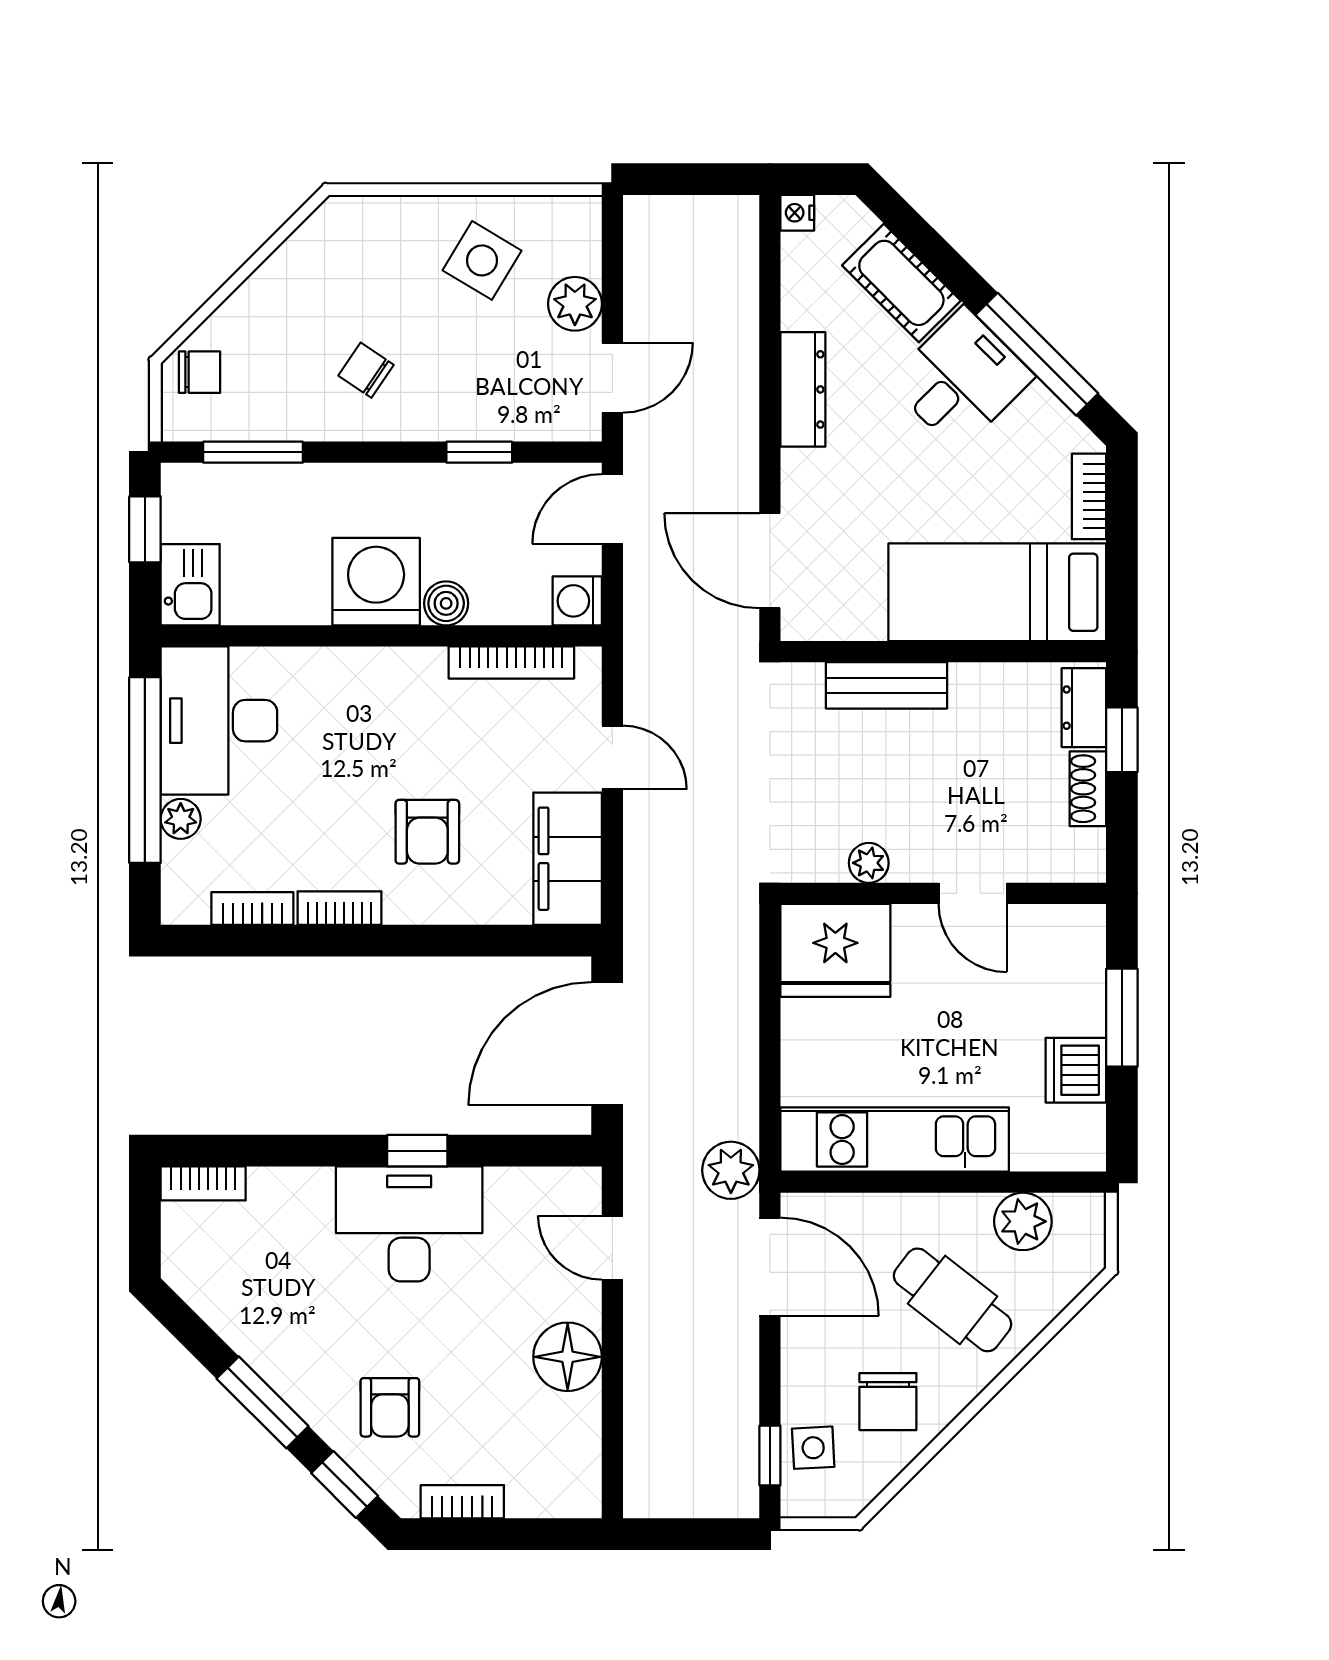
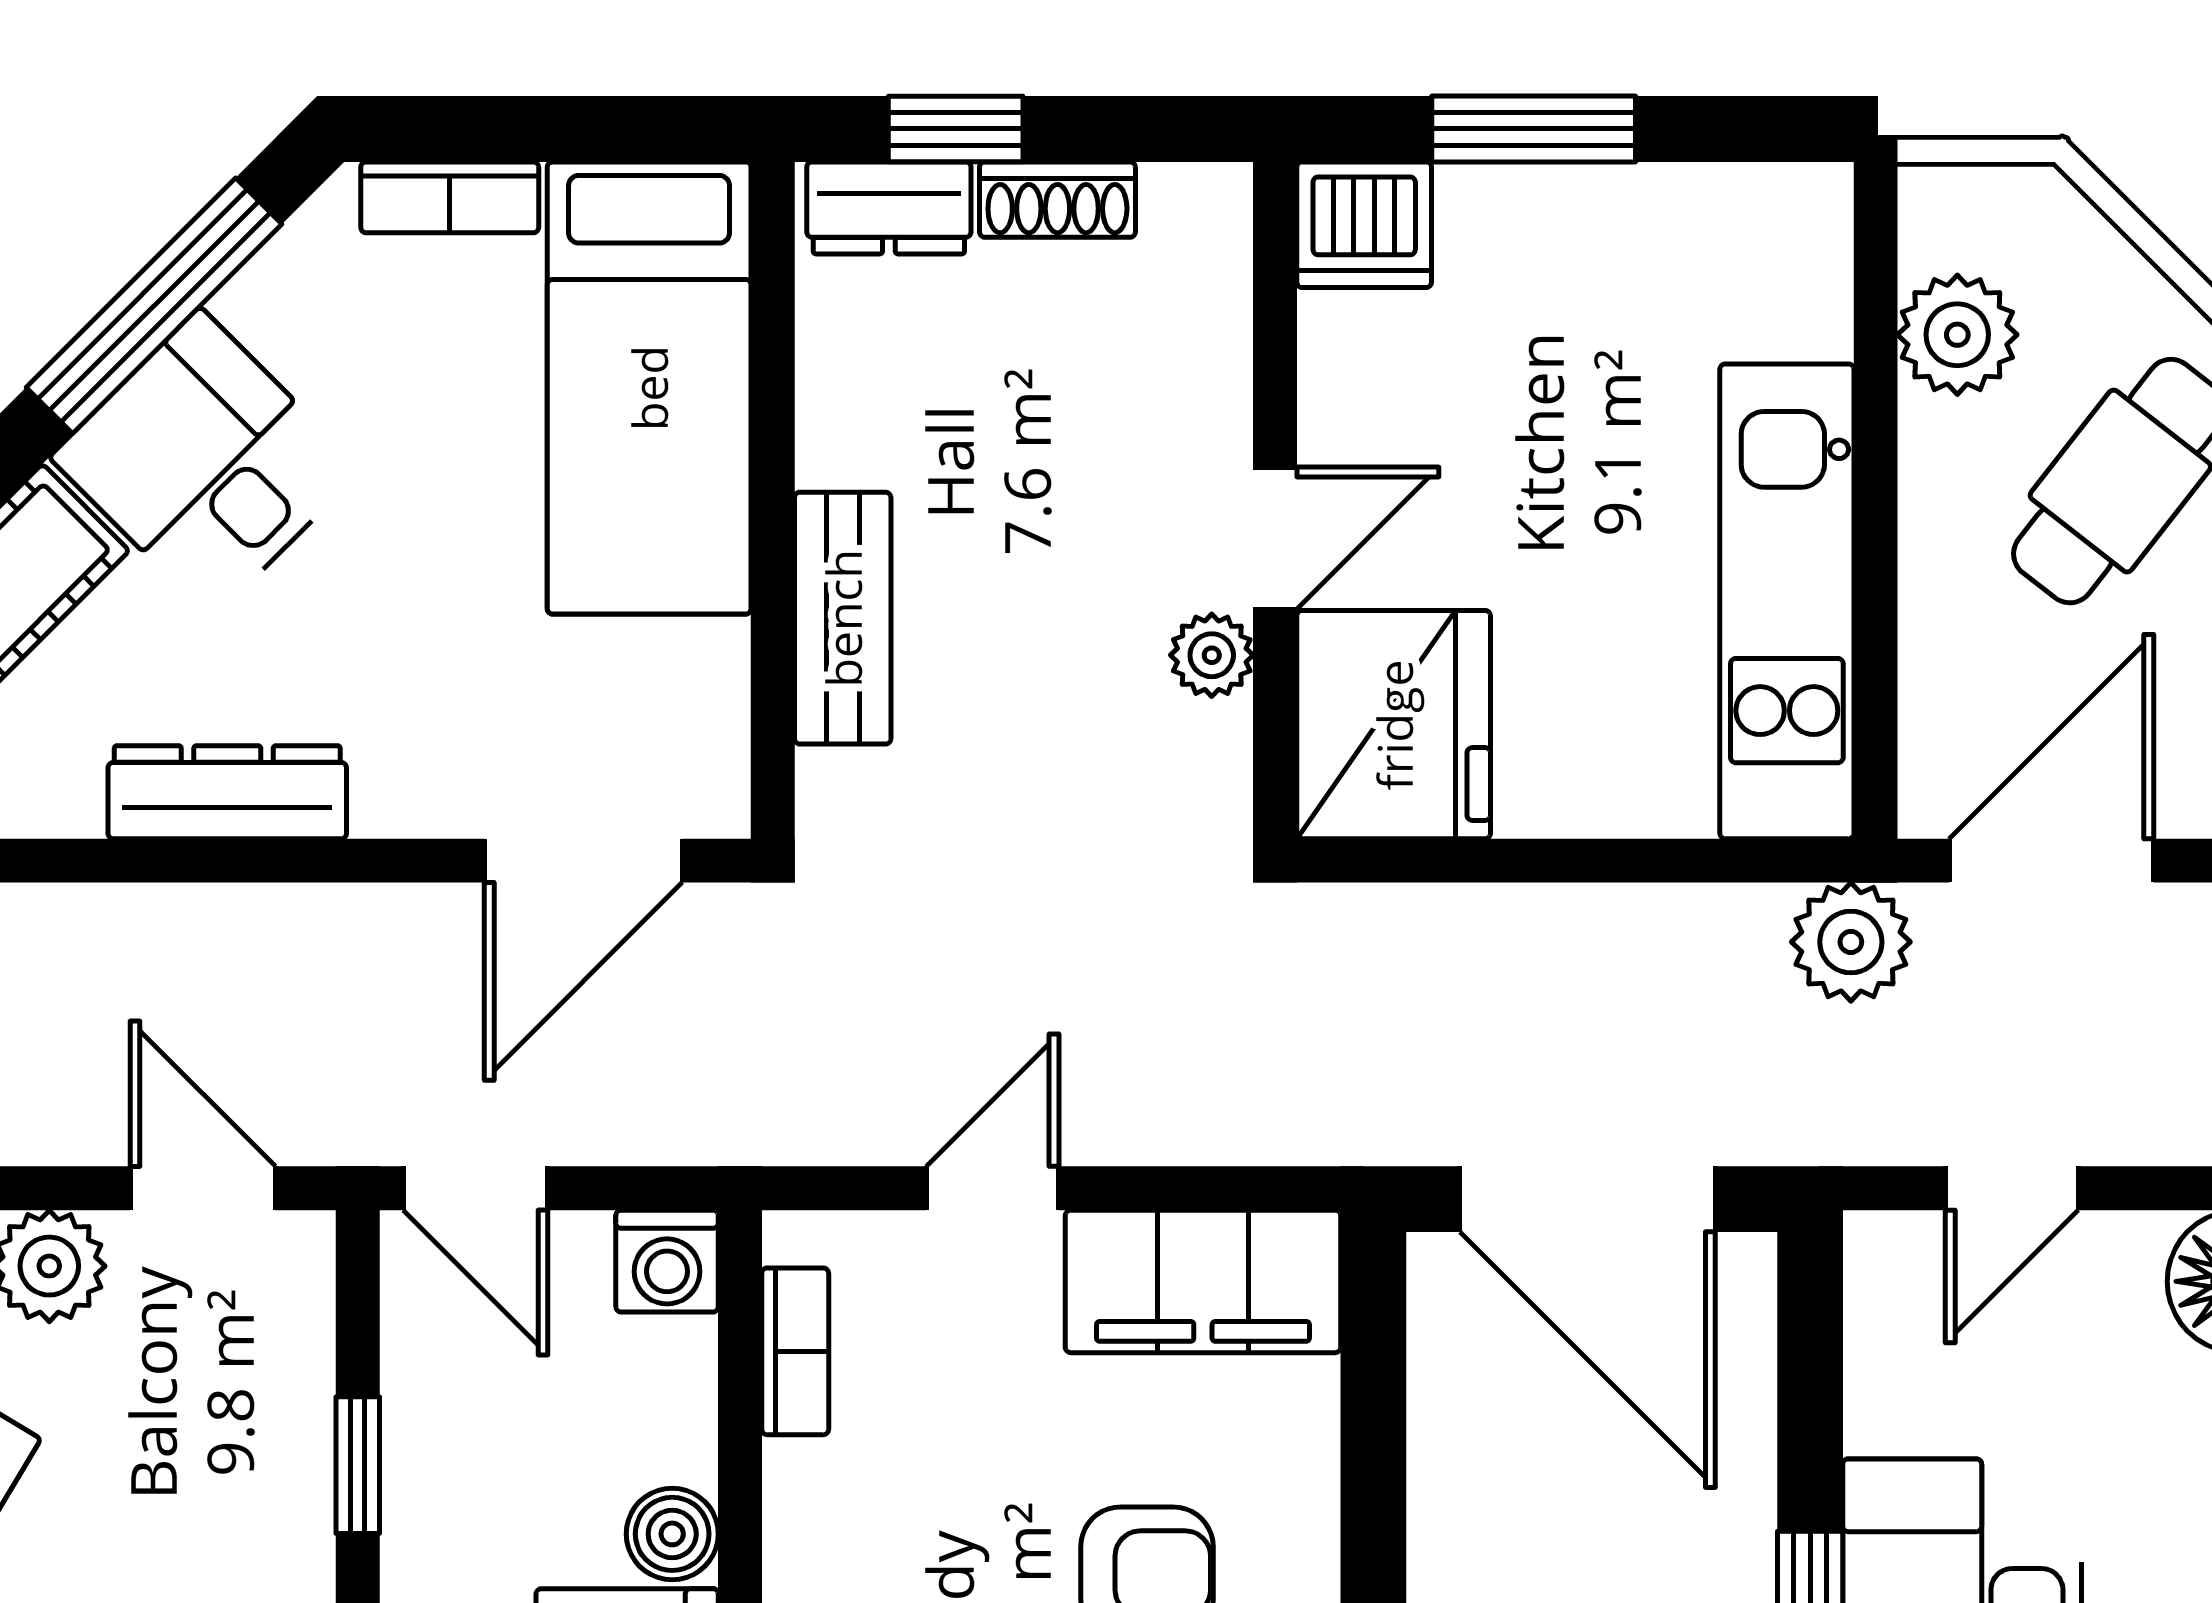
bookcase: (511, 663) -> (795, 1351), width x0.64
door: (973, 893) -> (1275, 538), moved
dishwasher: (1076, 1070) -> (1364, 225), moved

